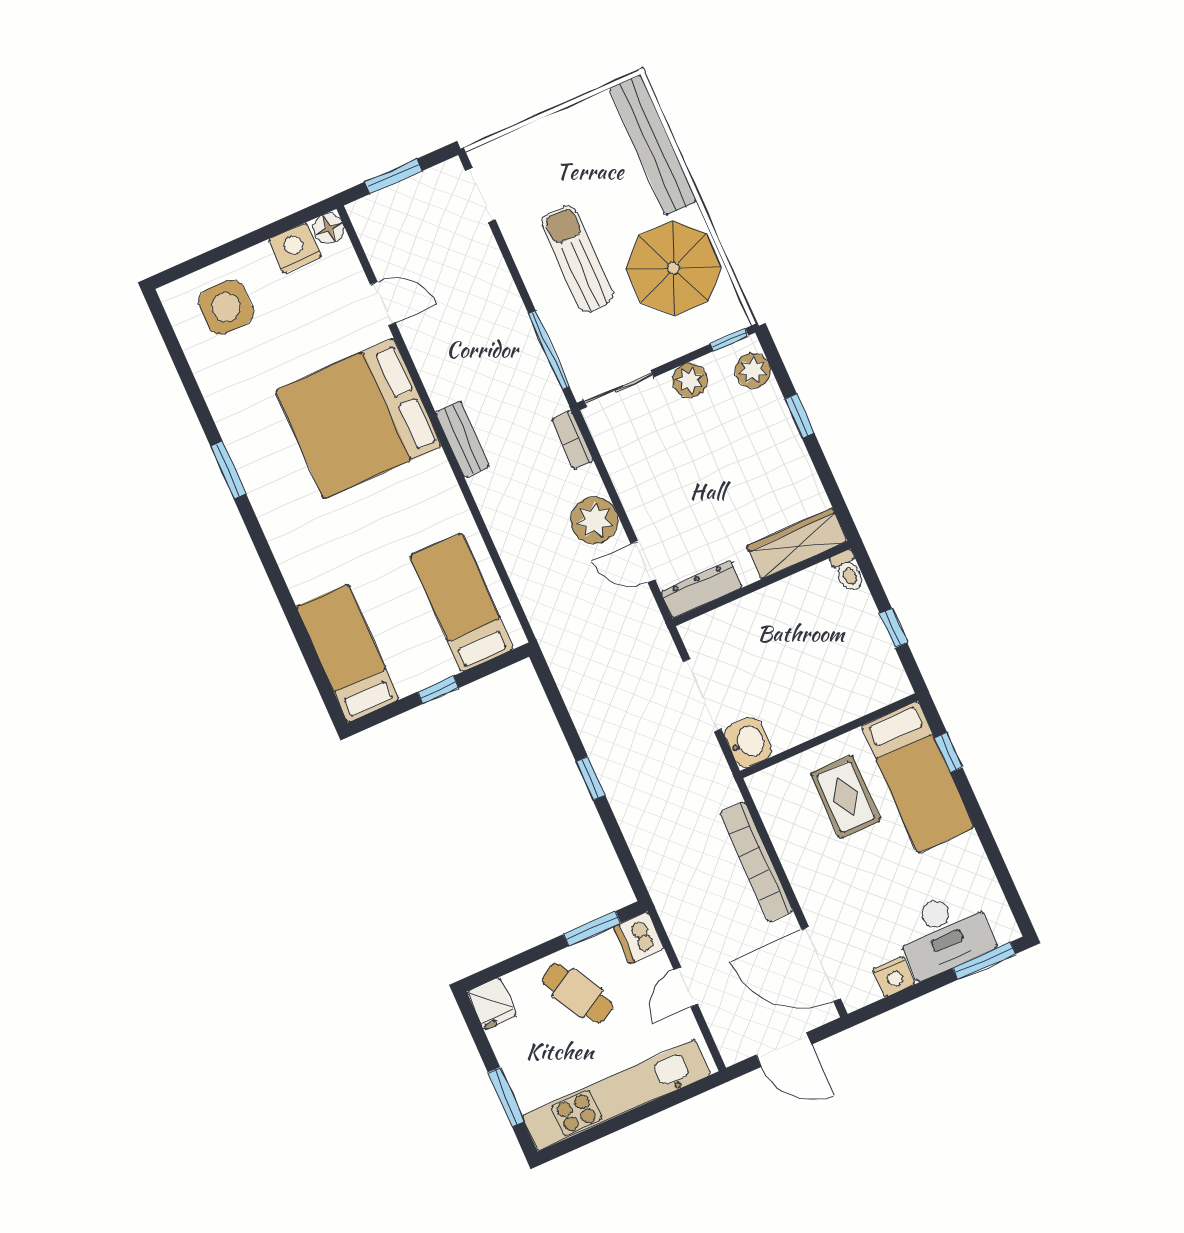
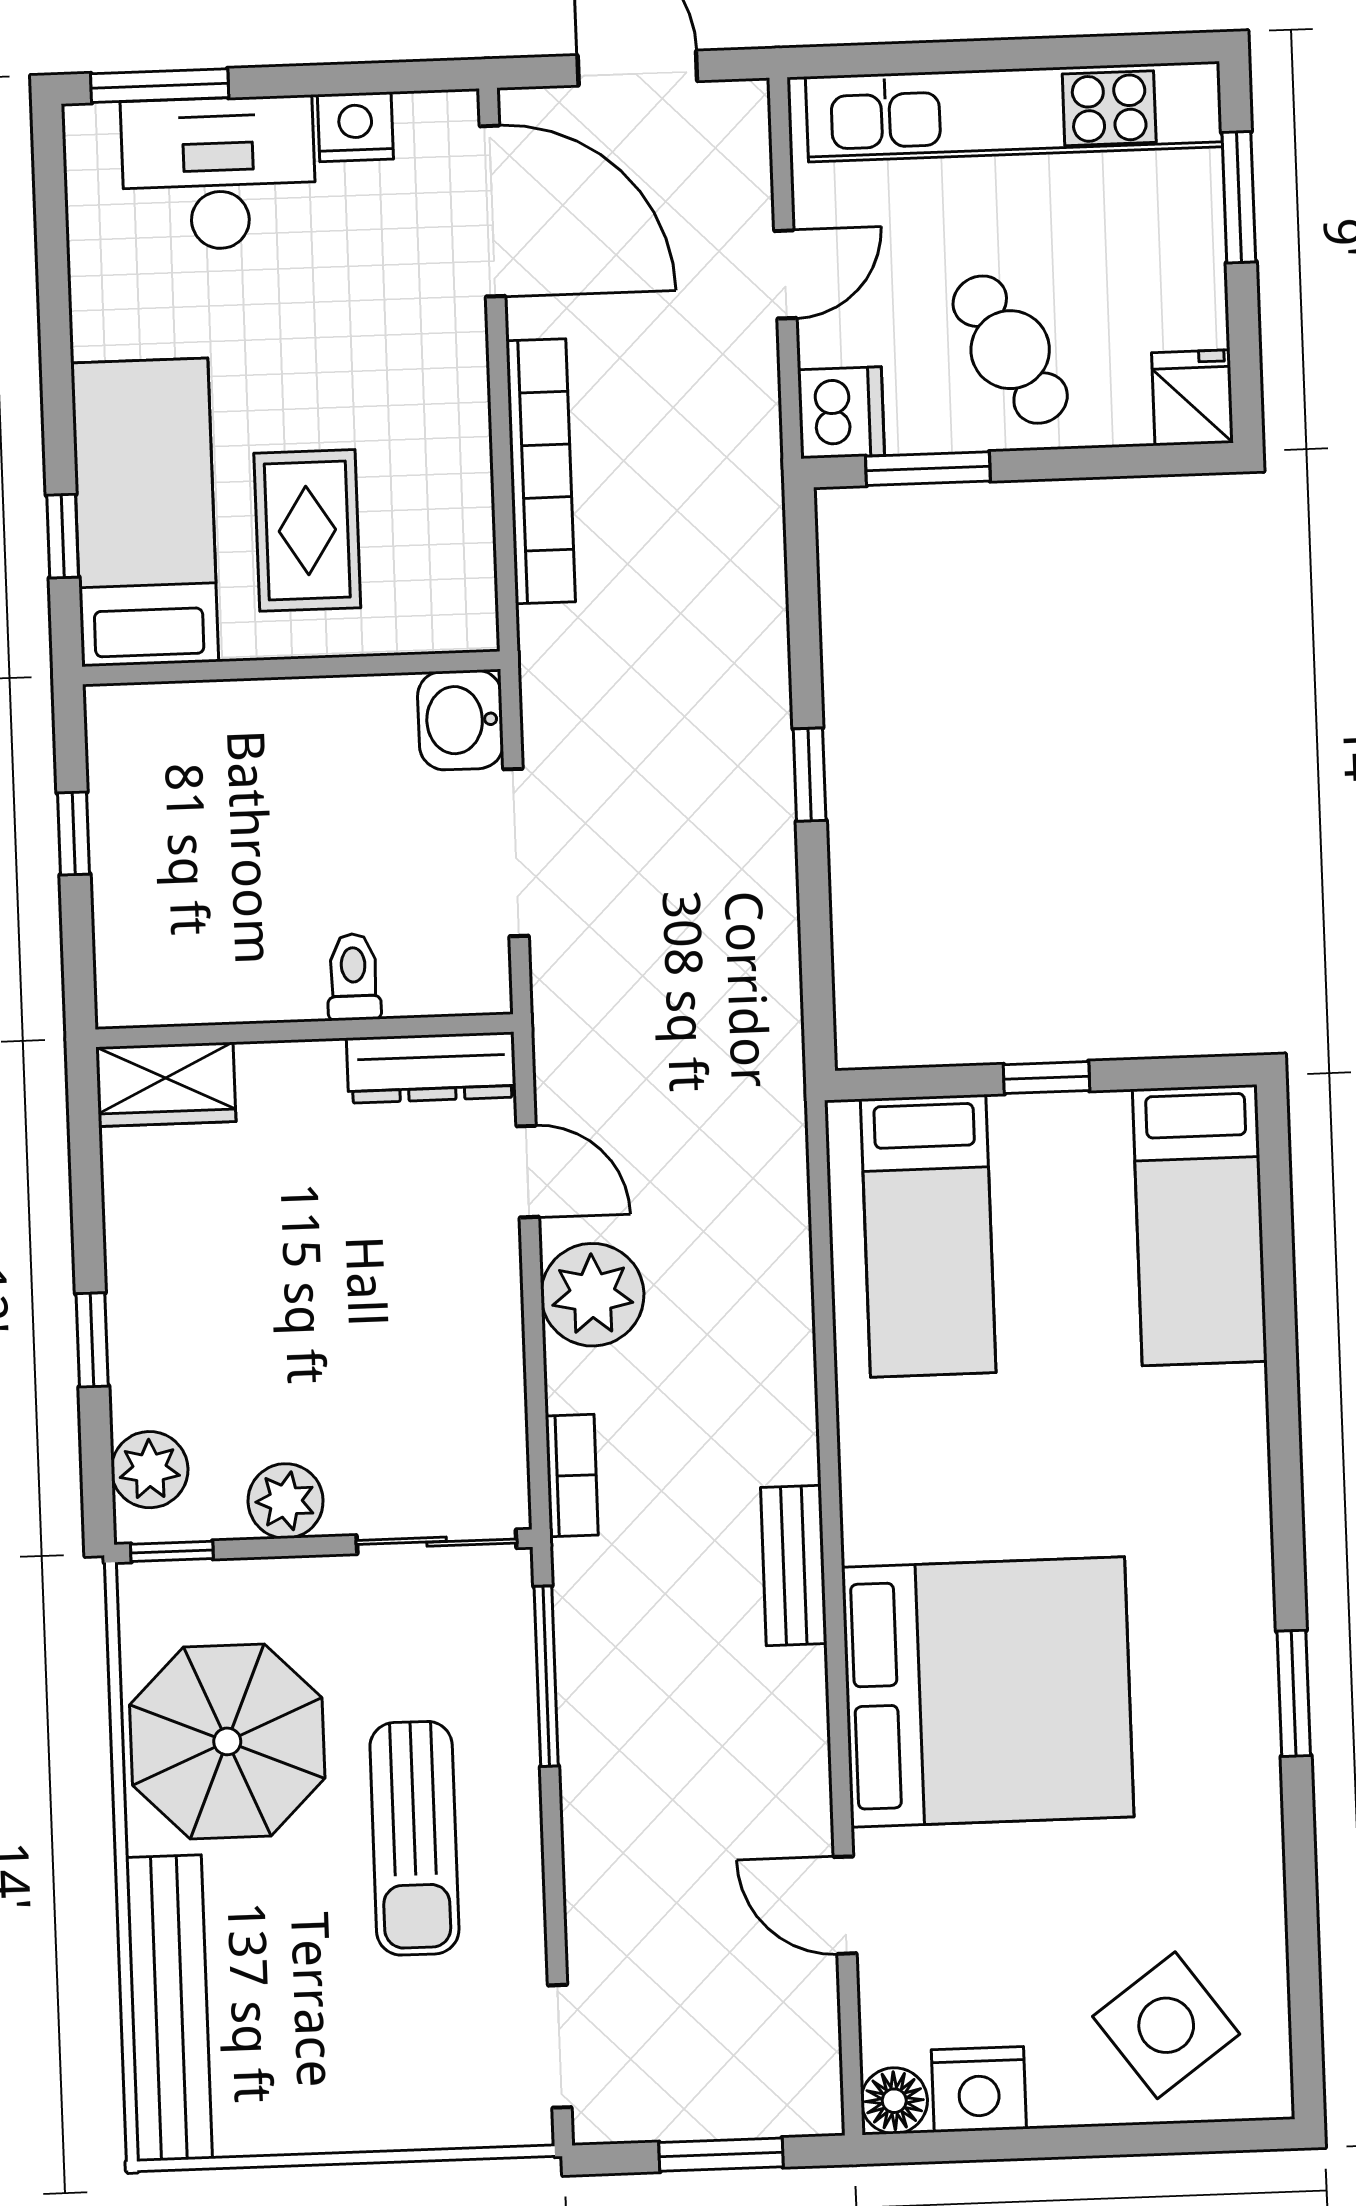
side table: (226, 307) -> (1166, 2025), turned -36
wardrobe: (797, 544) -> (166, 1084), width x0.67
toilet: (848, 571) -> (354, 977), moved

